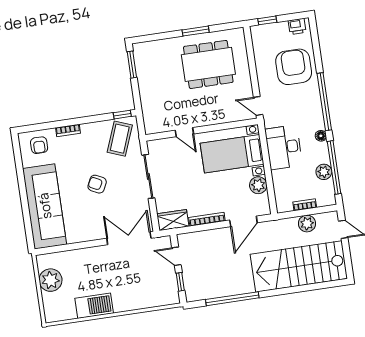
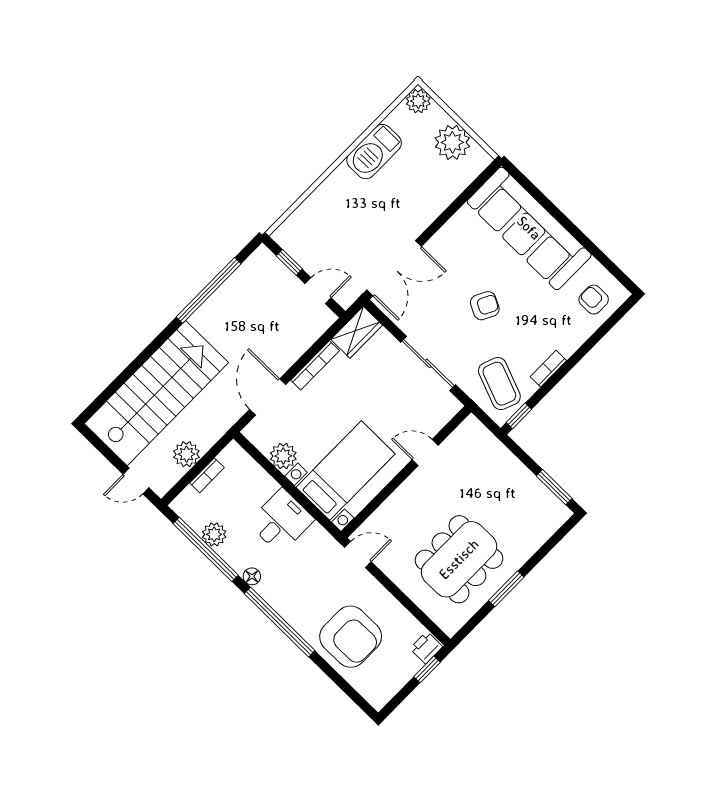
printer: (297, 26) -> (426, 648), moved
bookcase: (68, 130) -> (548, 369), moved
desk: (284, 147) -> (281, 521), width x0.73
plant: (52, 314) -> (418, 101), added

